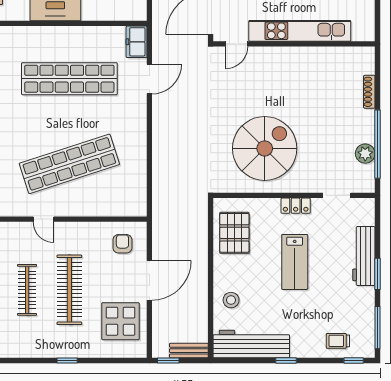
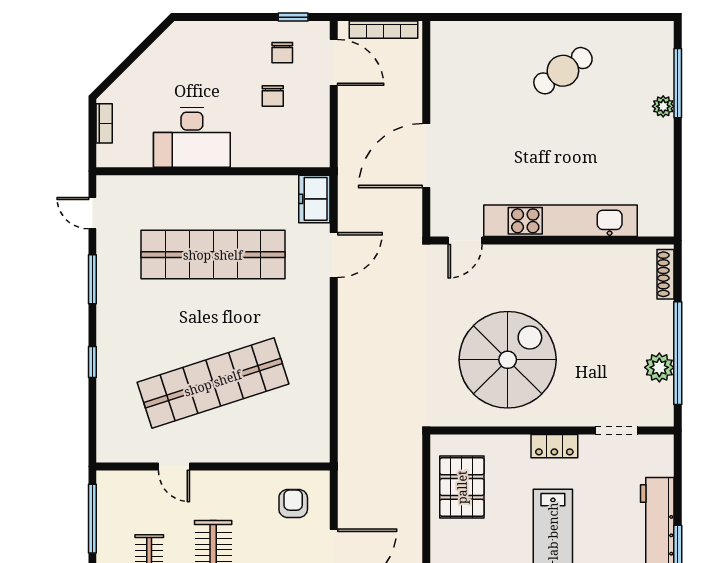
kitchen unit: (300, 31) -> (561, 221), moved
door: (236, 44) -> (465, 240), moved
wall: (294, 44) -> (552, 240), moved

